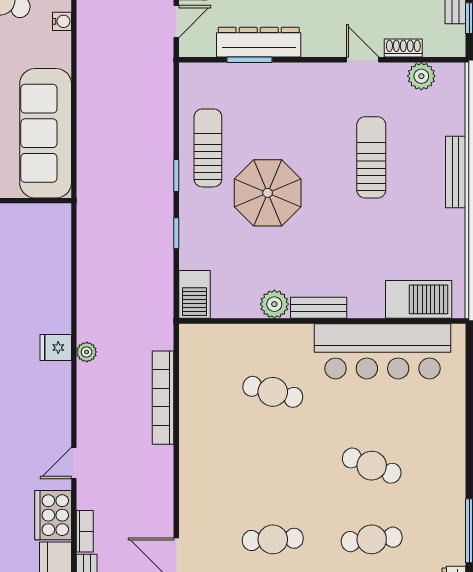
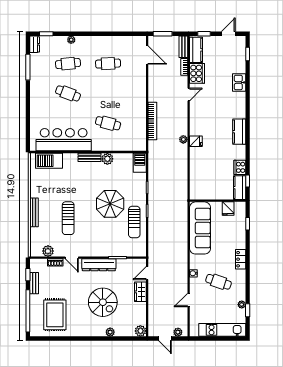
dresser: (259, 42) -> (99, 265), moved

